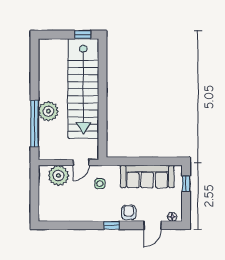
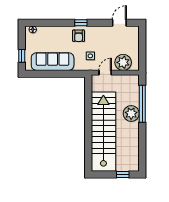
window: (83, 35) -> (123, 174), moved
armchair: (129, 213) -> (79, 36), moved
door: (153, 225) -> (119, 23), moved

